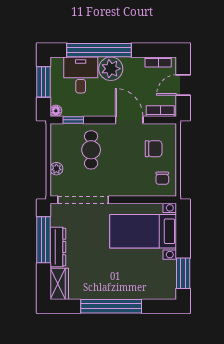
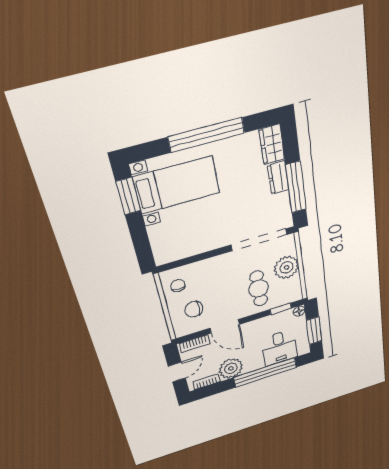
plant: (111, 69) -> (231, 368), moved
plant: (56, 169) -> (286, 267), width x1.88, depth x1.88
bed with nightstands: (143, 231) -> (177, 185), moved
dresser: (58, 247) -> (278, 178), width x0.70

